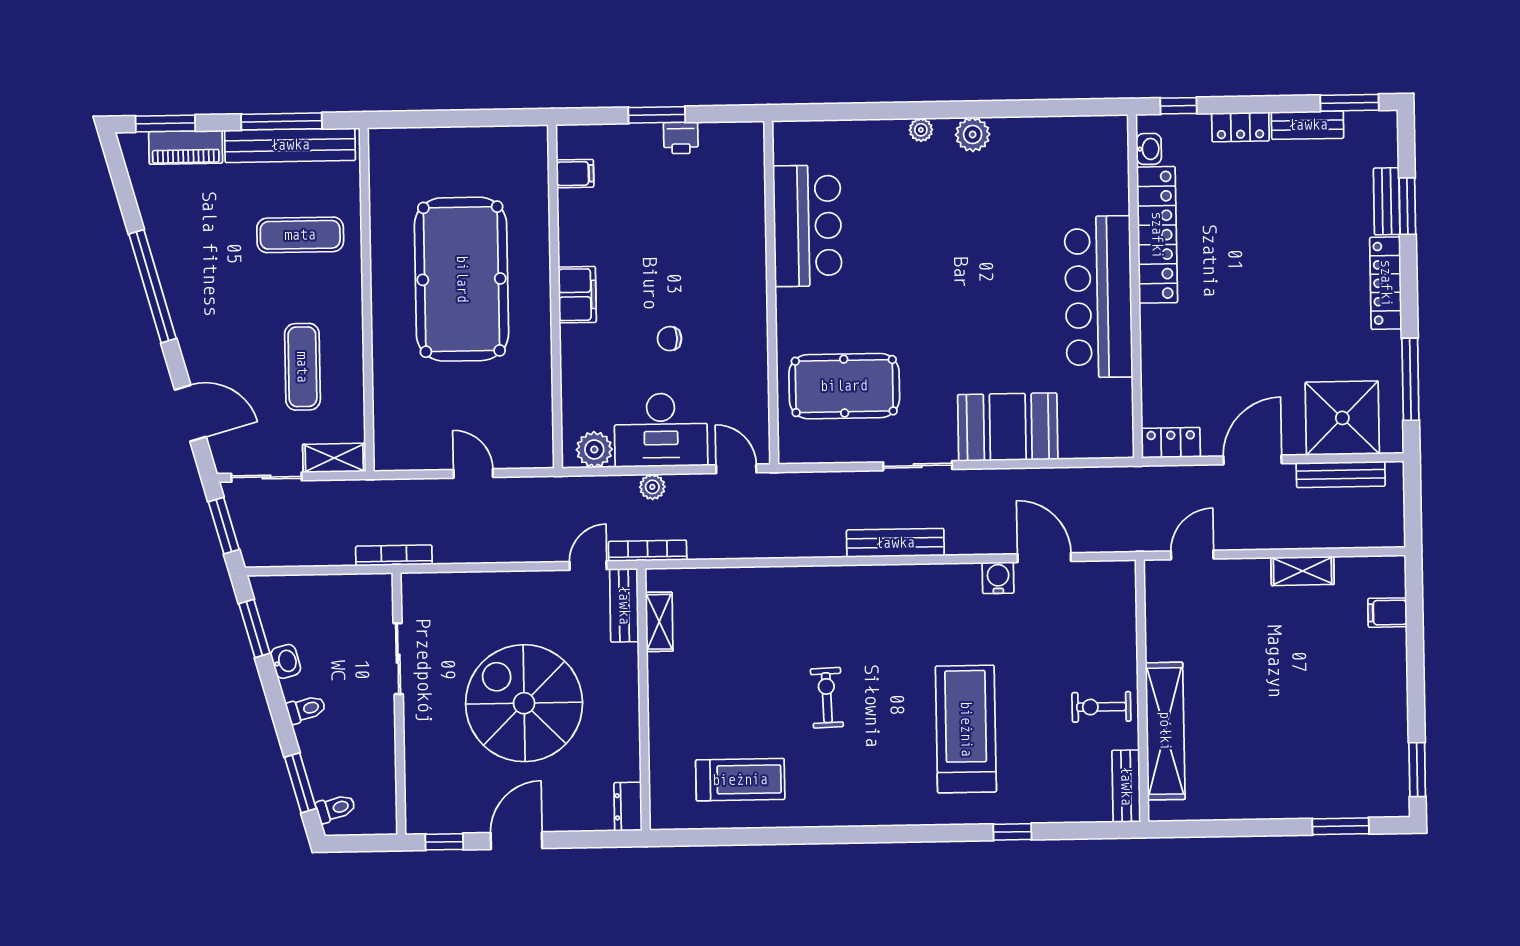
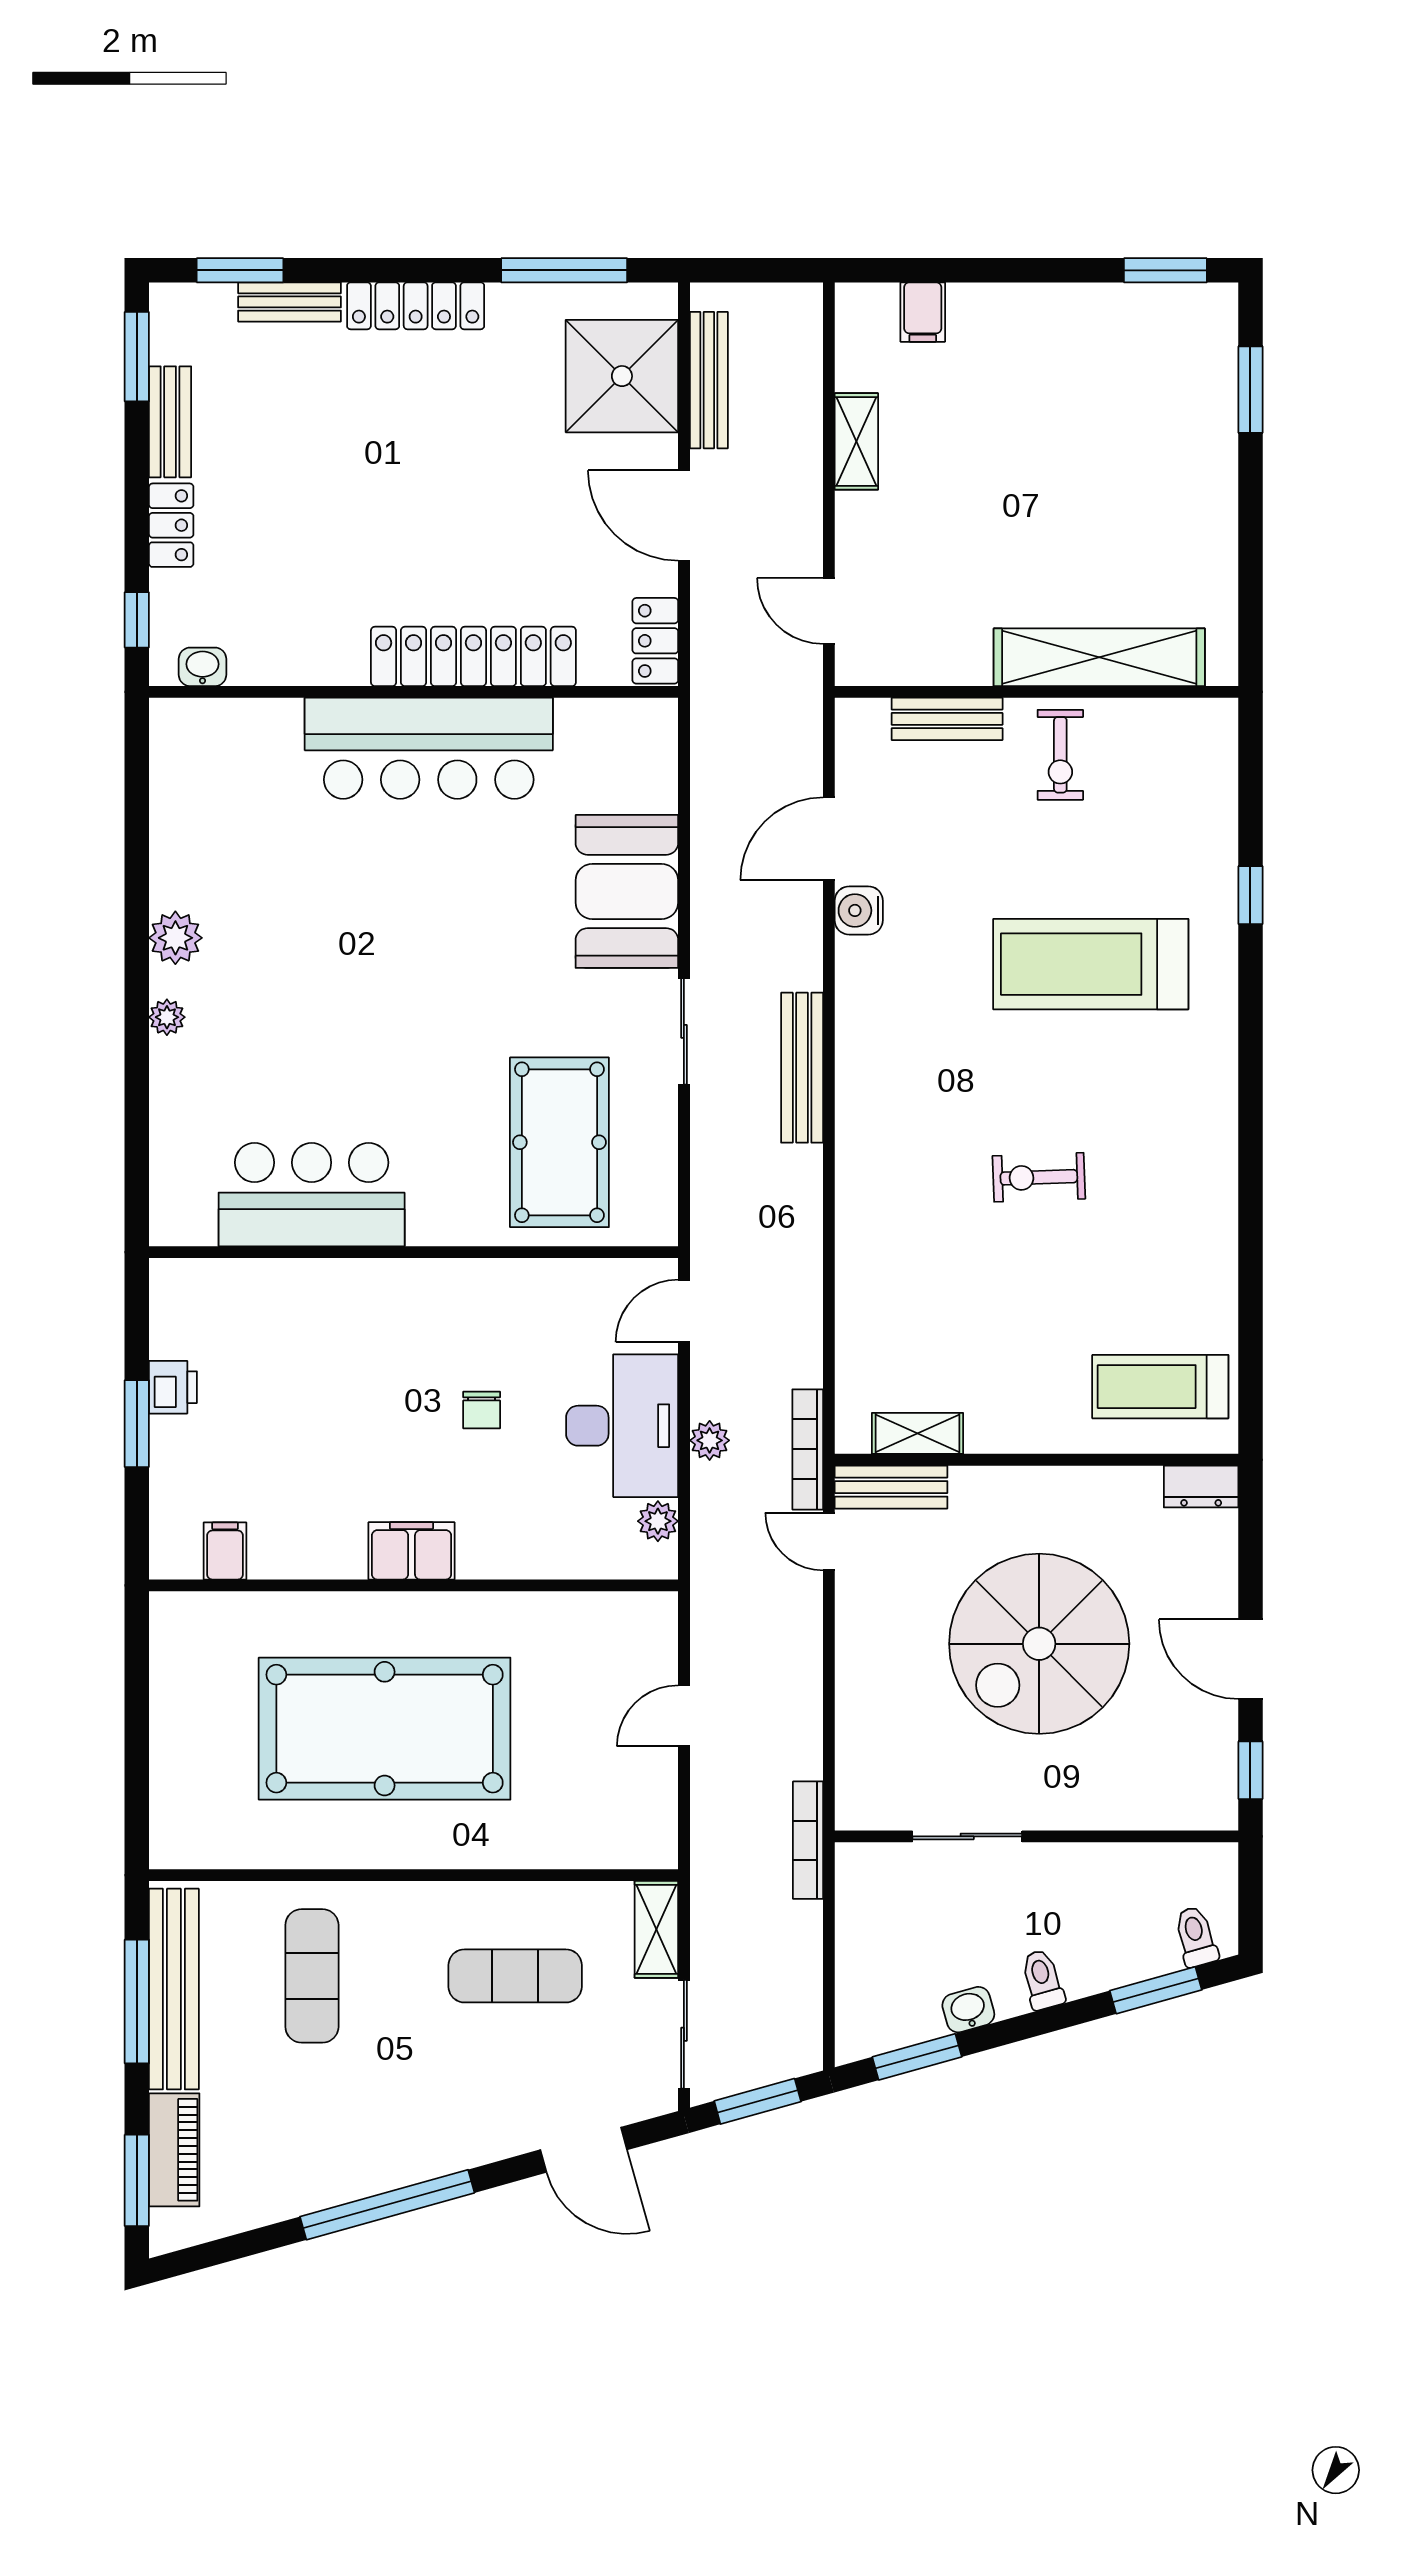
window: (1407, 206) -> (240, 270), moved
locker: (1157, 235) -> (473, 656), moved
door: (190, 413) -> (584, 2150), swing flipped
plant: (594, 449) -> (658, 1521), width x0.73, depth x0.73
treadmill: (740, 780) -> (1160, 1387), moved, turned -90
bench: (1126, 786) -> (947, 719), moved

